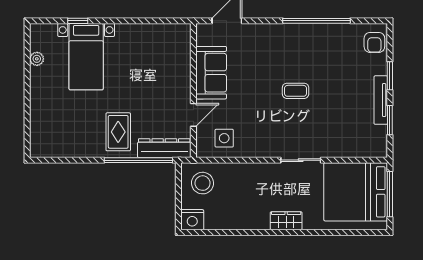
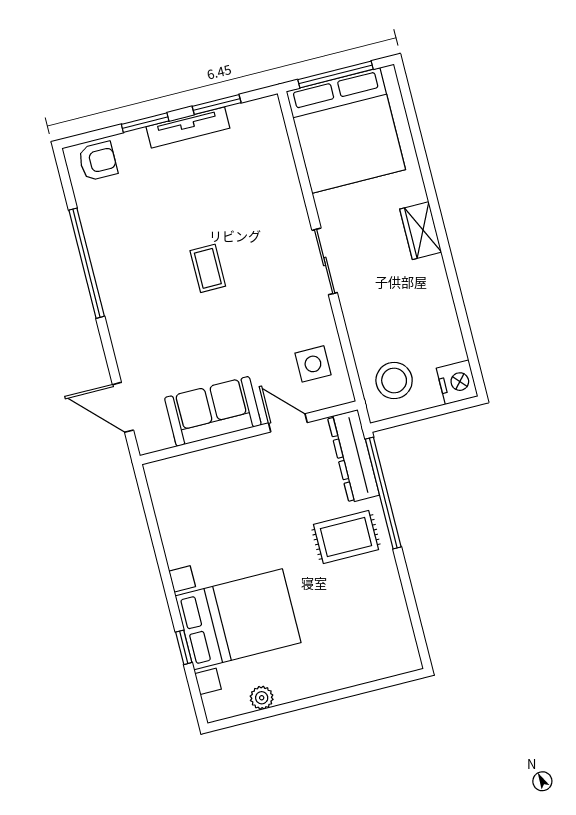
bed with nightstands: (86, 57) -> (238, 619), width x1.36
sliding door: (301, 160) -> (325, 261), moved

